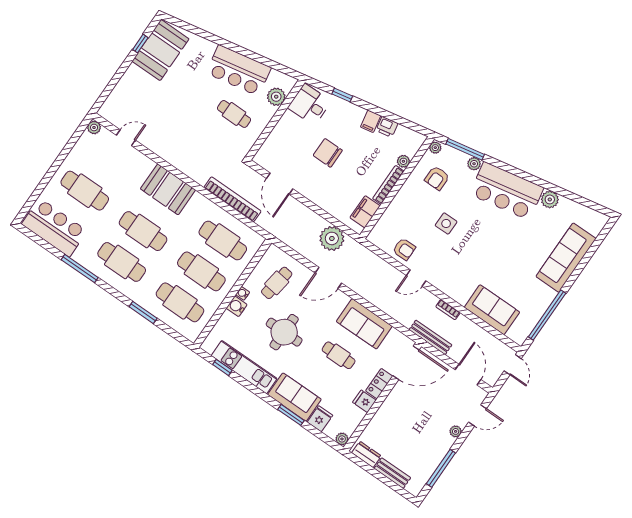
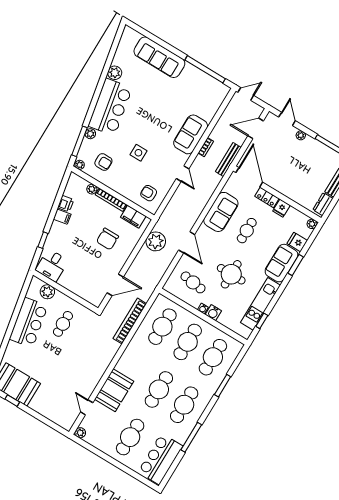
chair: (328, 153) -> (107, 239), moved
booth: (168, 189) -> (114, 390), moved
armchair: (404, 249) -> (149, 193), moved, turned -90
sofa: (492, 310) -> (191, 134), moved

